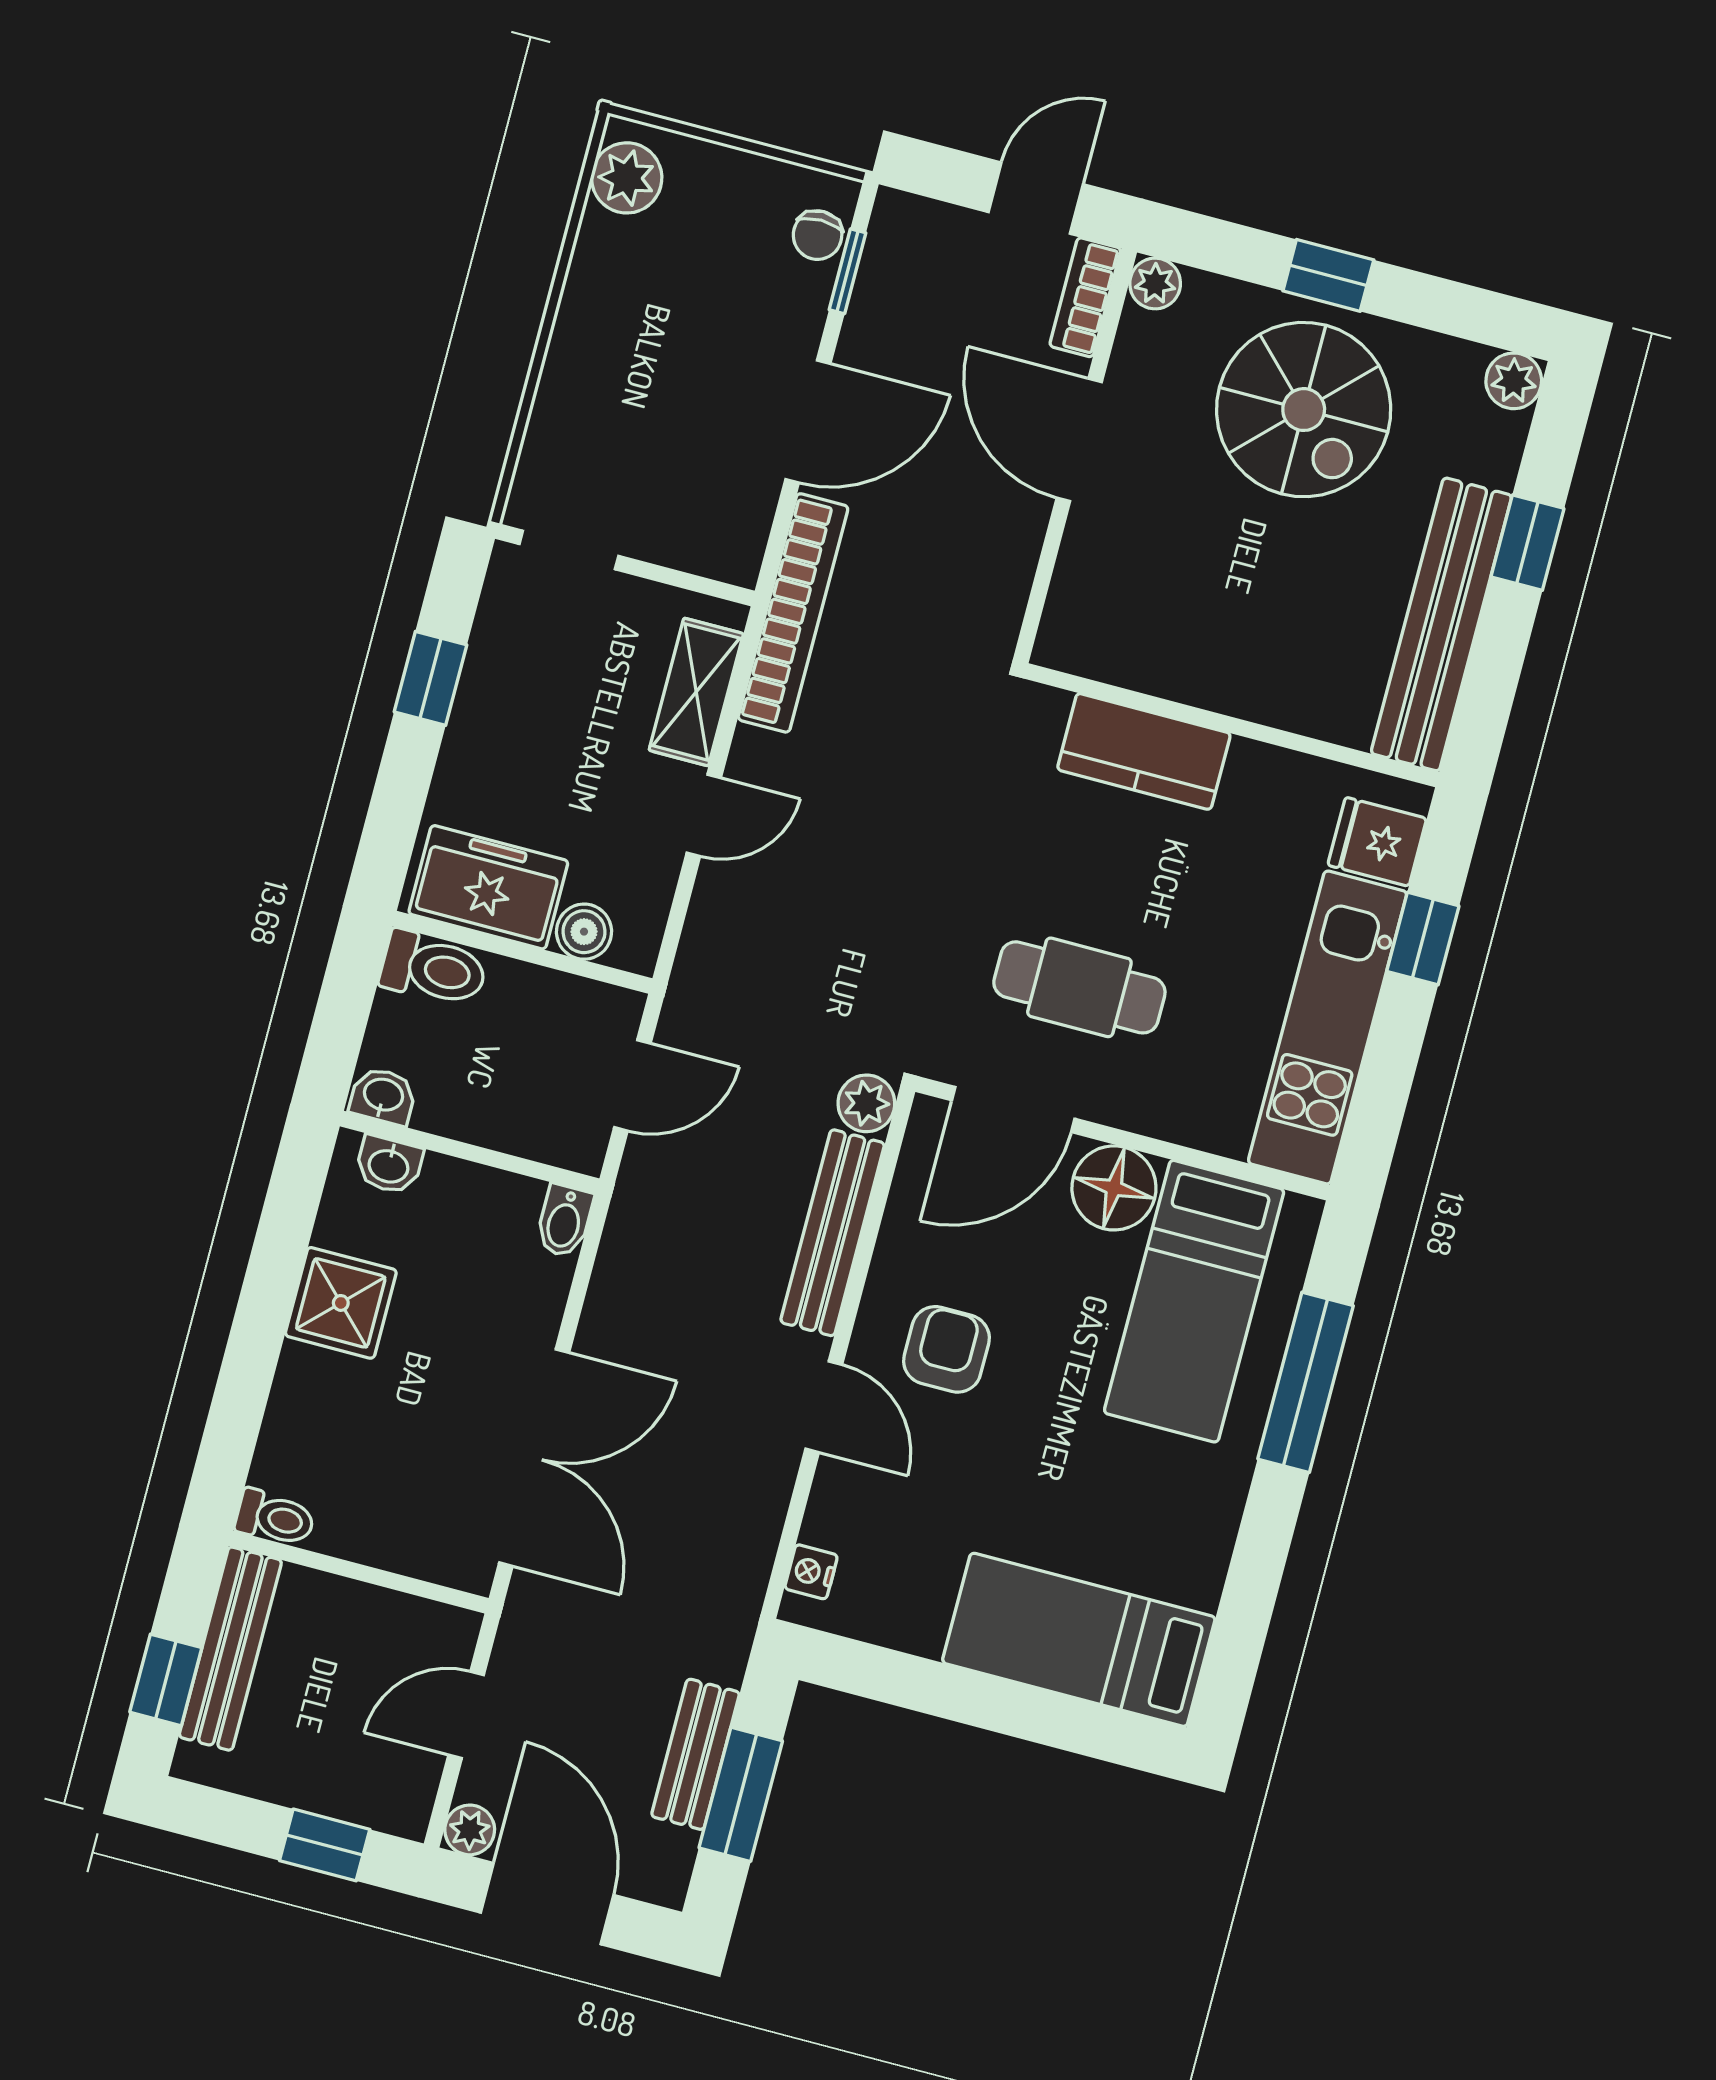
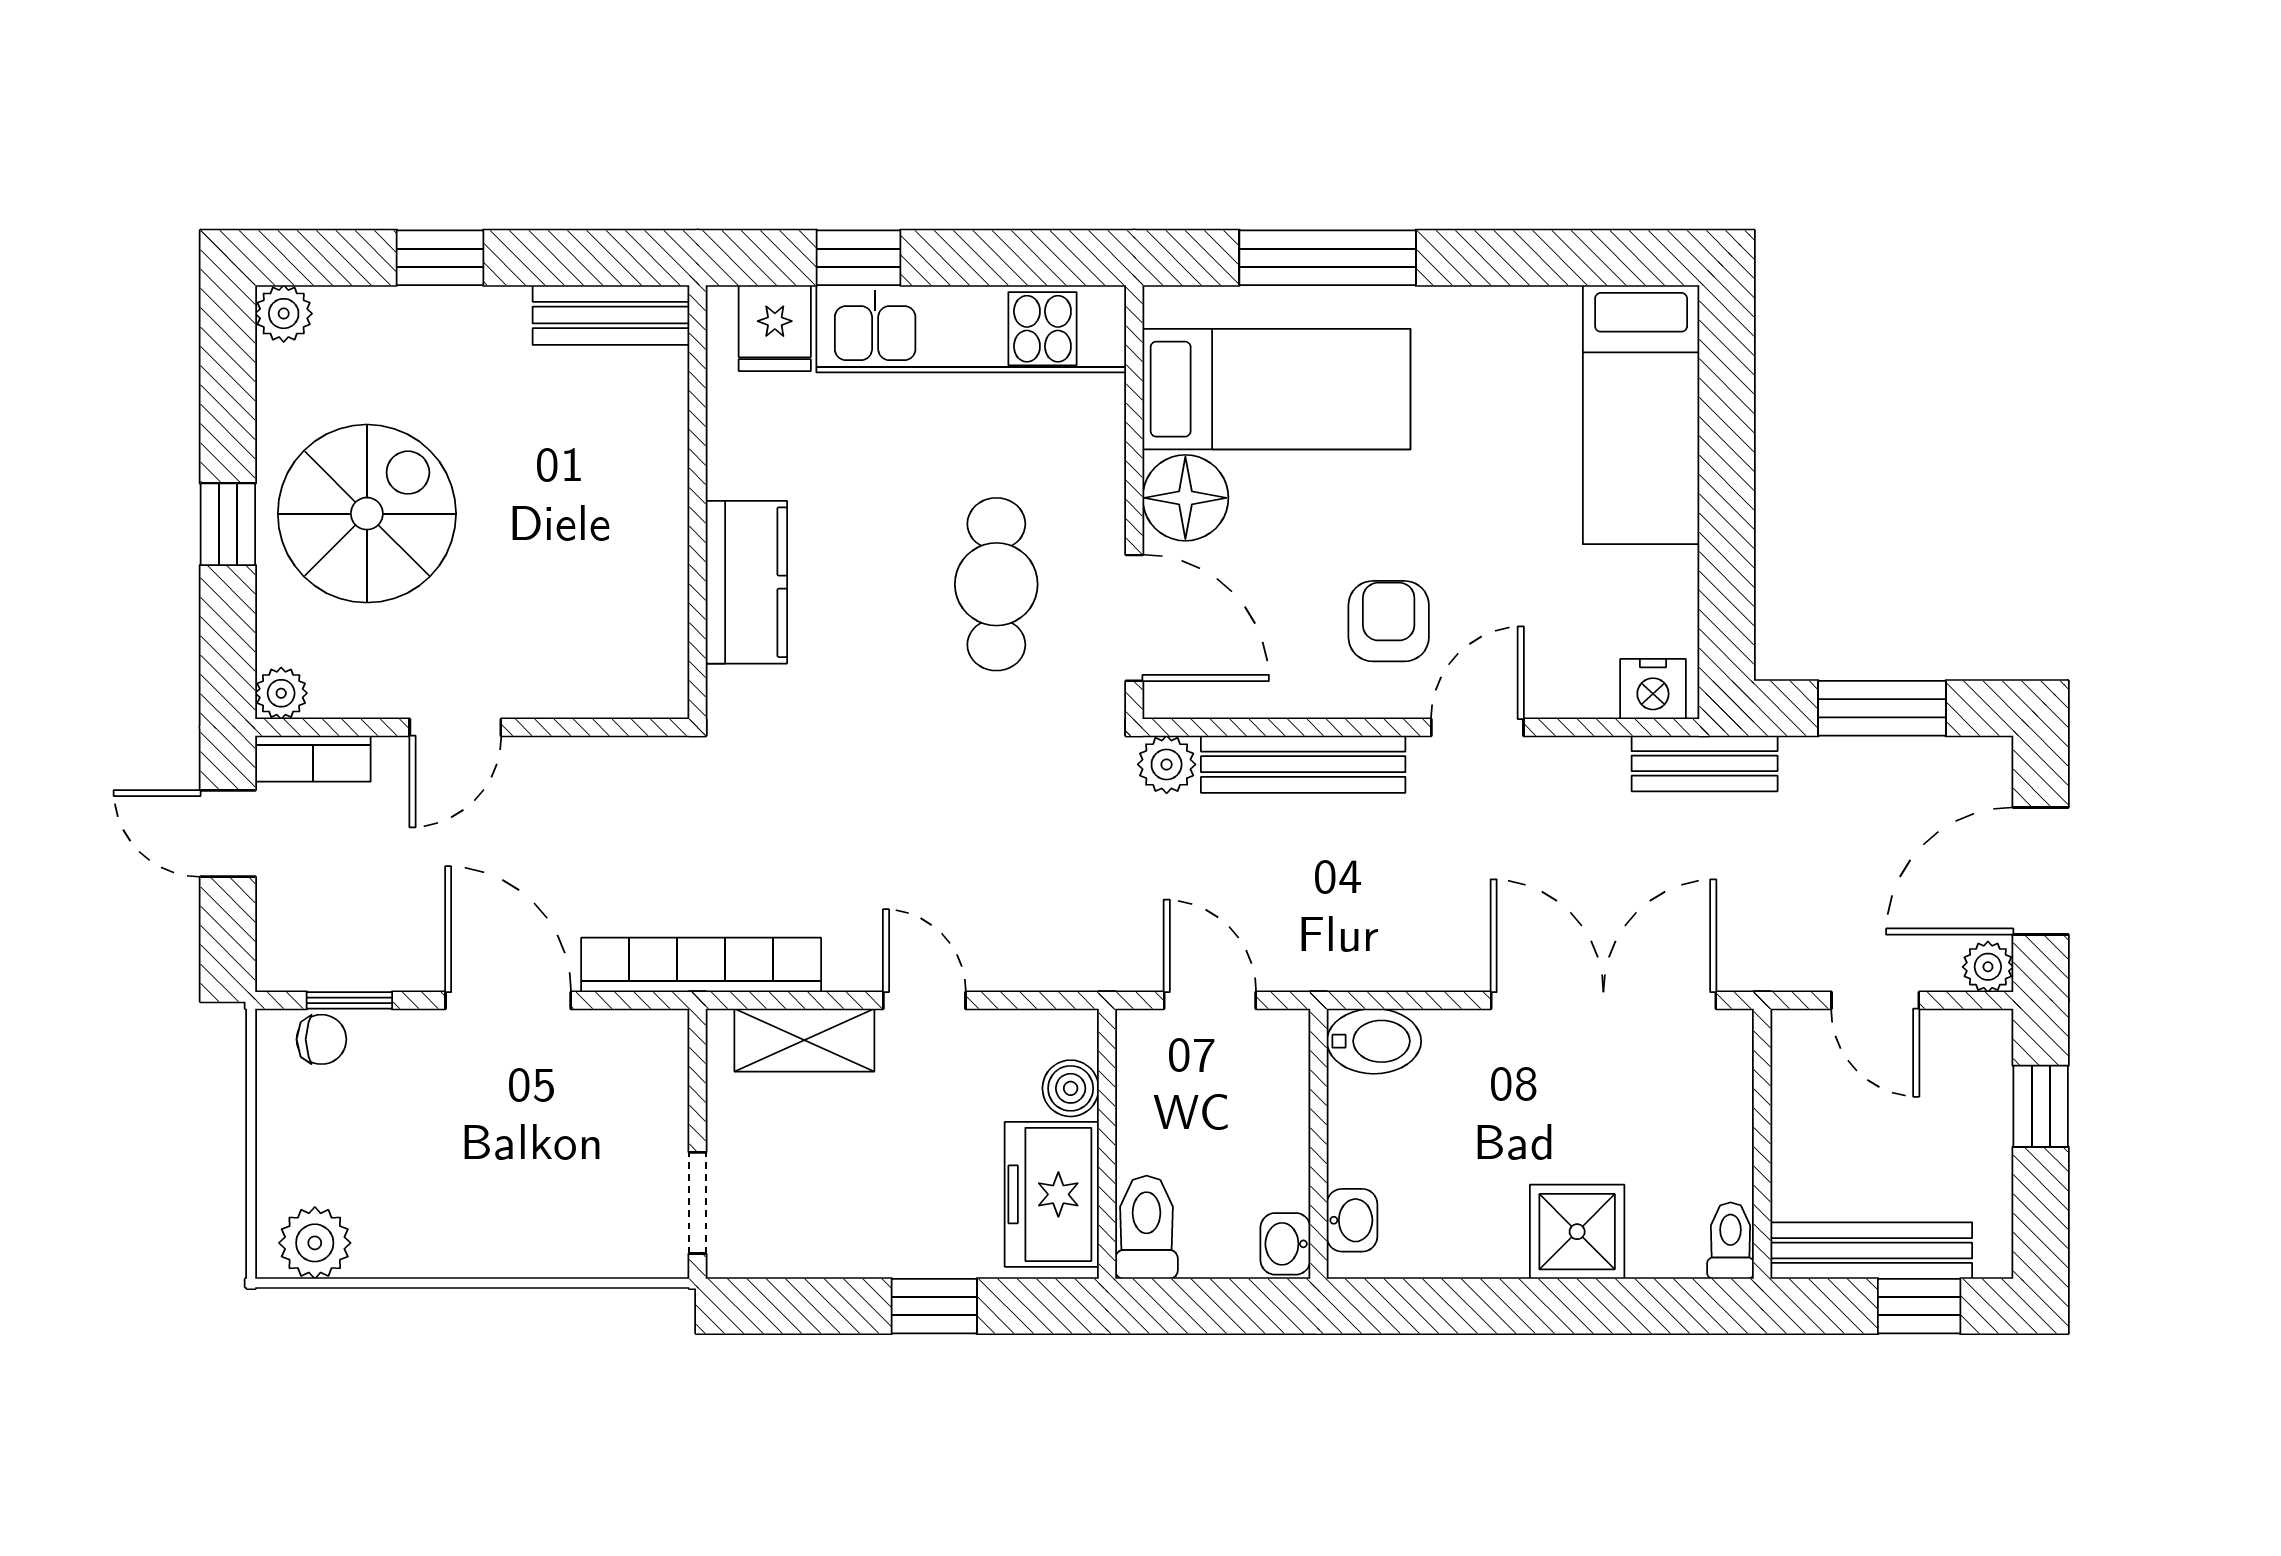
door: (1079, 440) -> (455, 727), width x0.73
bench: (1441, 624) -> (611, 315), width x0.54, depth x0.82
window: (430, 678) -> (934, 1306), moved
bidet: (564, 1221) -> (1374, 1041), width x1.38, depth x1.36
shower: (341, 1303) -> (1577, 1232), moved
armchair: (946, 1349) -> (1389, 621), turned 90
nightstand: (811, 1572) -> (1653, 689), width x1.39, depth x1.35
bench: (696, 1754) -> (1705, 763), moved

